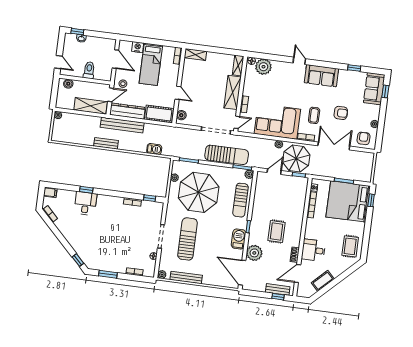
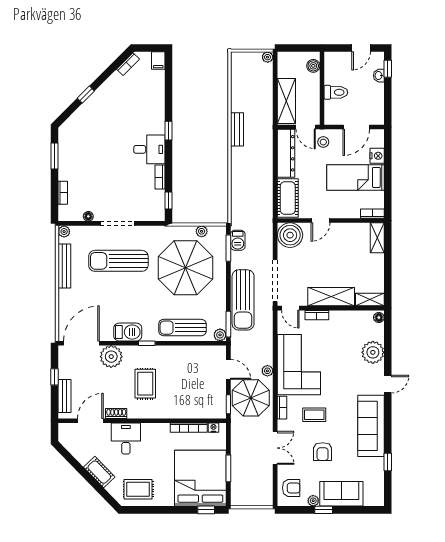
door: (58, 62) -> (361, 48), moved
plant: (263, 67) -> (373, 352), moved
sofa: (321, 76) -> (371, 426), width x1.36
sofa: (374, 89) -> (341, 494), moved
window: (385, 91) -> (324, 510), moved
boiler: (181, 115) -> (290, 235), width x1.86, depth x1.86
bench: (122, 125) -> (265, 149), removed
double door: (334, 146) -> (275, 448), width x0.73
barbecue: (154, 149) -> (238, 240), moved
window: (86, 190) -> (168, 131), moved
desk: (85, 203) -> (149, 149), moved
rug: (277, 231) -> (145, 384), turned 90
sun lounger: (188, 239) -> (118, 261), turned 180
window: (78, 260) -> (86, 95), moved
door: (298, 274) -> (90, 421), hinge flipped
cot: (323, 281) -> (99, 472), moved
window: (278, 297) -> (55, 377), moved

